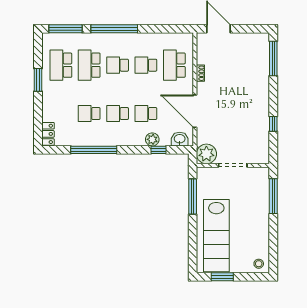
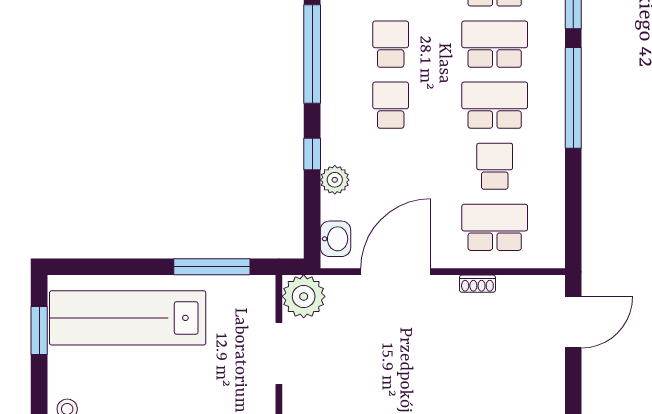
school desk: (118, 65) -> (495, 105), width x1.85
school desk: (146, 113) -> (391, 166), removed
window: (159, 150) -> (312, 154), moved

